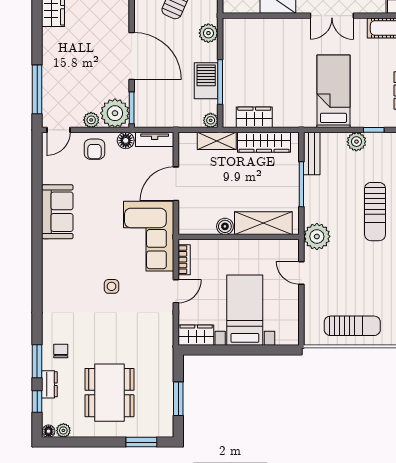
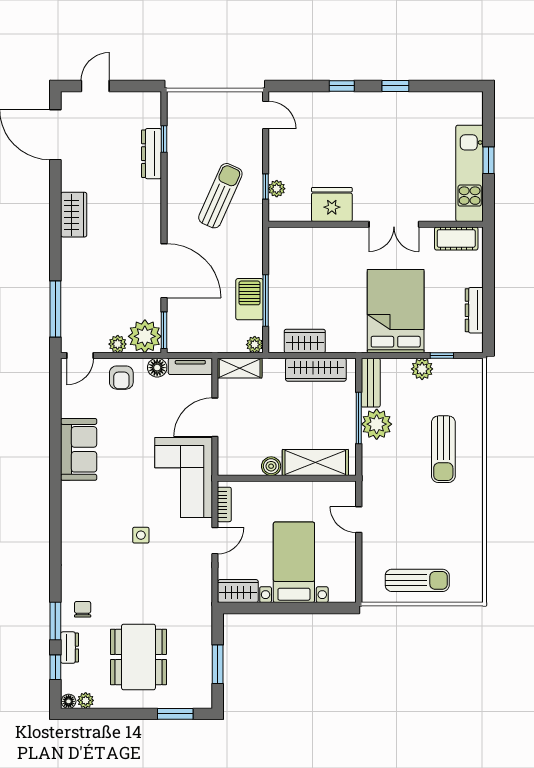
plant: (208, 33) -> (252, 244), removed
bed: (333, 91) -> (396, 311), width x1.50
shelving: (217, 141) -> (240, 368), moved
plant: (317, 236) -> (377, 424), moved

